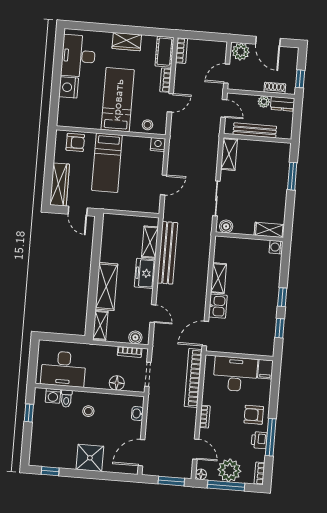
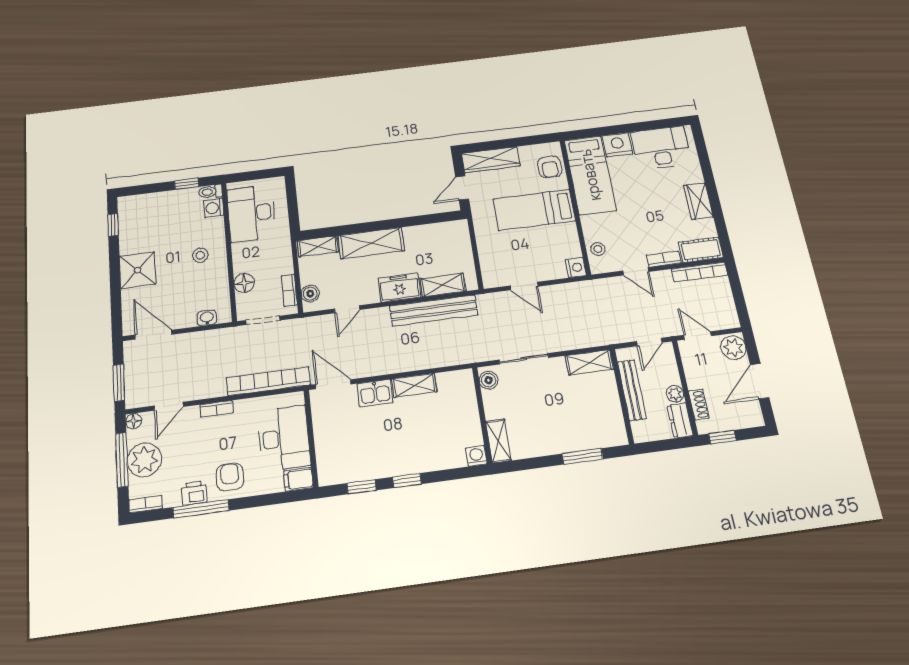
bookcase: (181, 51) -> (700, 272), width x1.56
bed: (118, 100) -> (590, 175), moved, turned 90
toilet: (66, 399) -> (210, 192), moved

